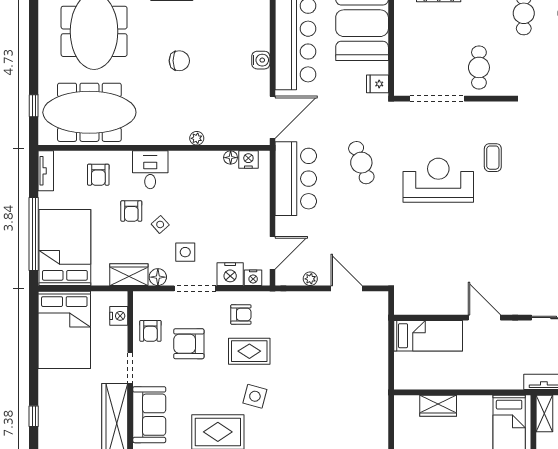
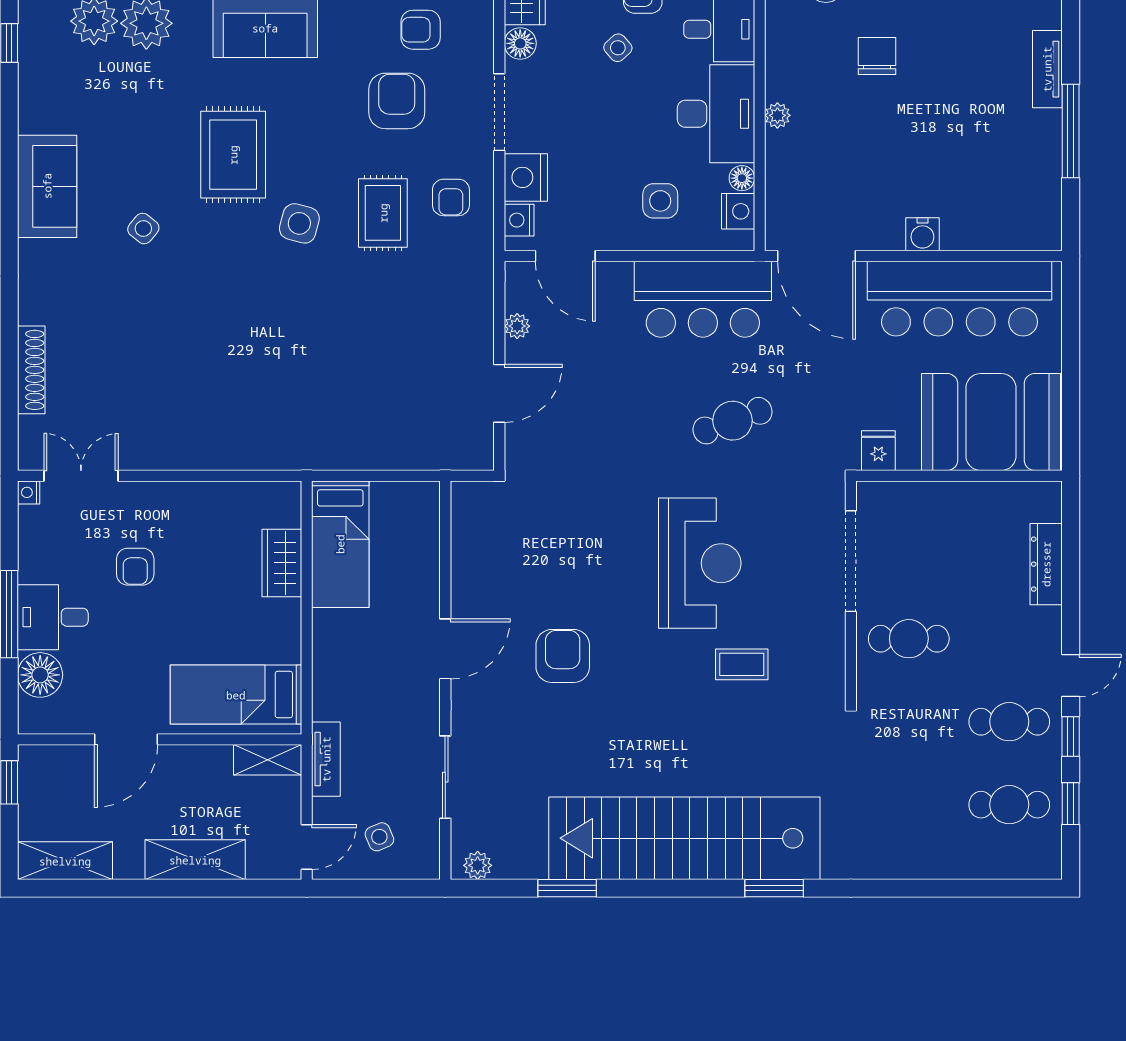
chair: (179, 61) -> (877, 56), moved, turned 180
desk: (196, 172) -> (716, 114), added
side table: (185, 252) -> (660, 201), moved
armchair: (488, 254) -> (563, 656), added
bed: (428, 336) -> (340, 544), moved

